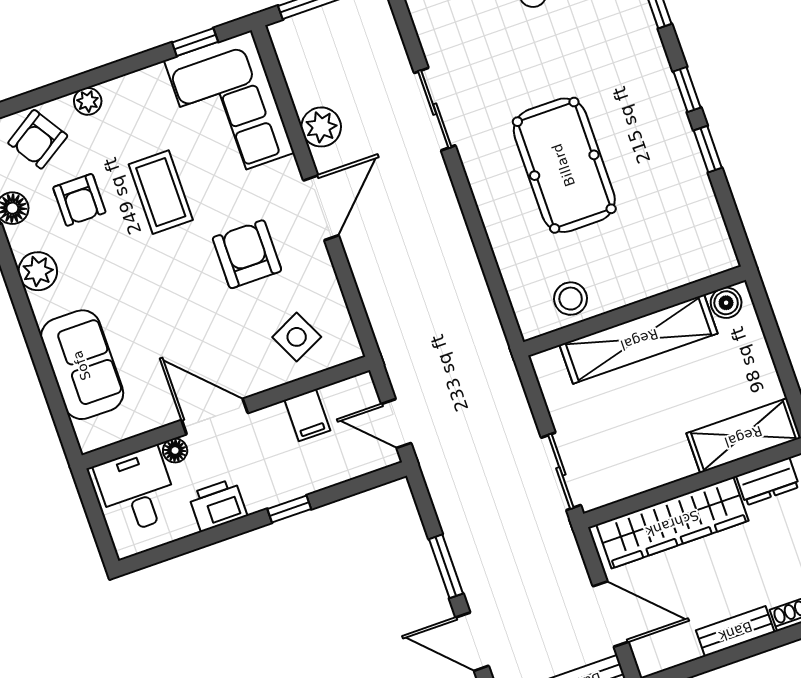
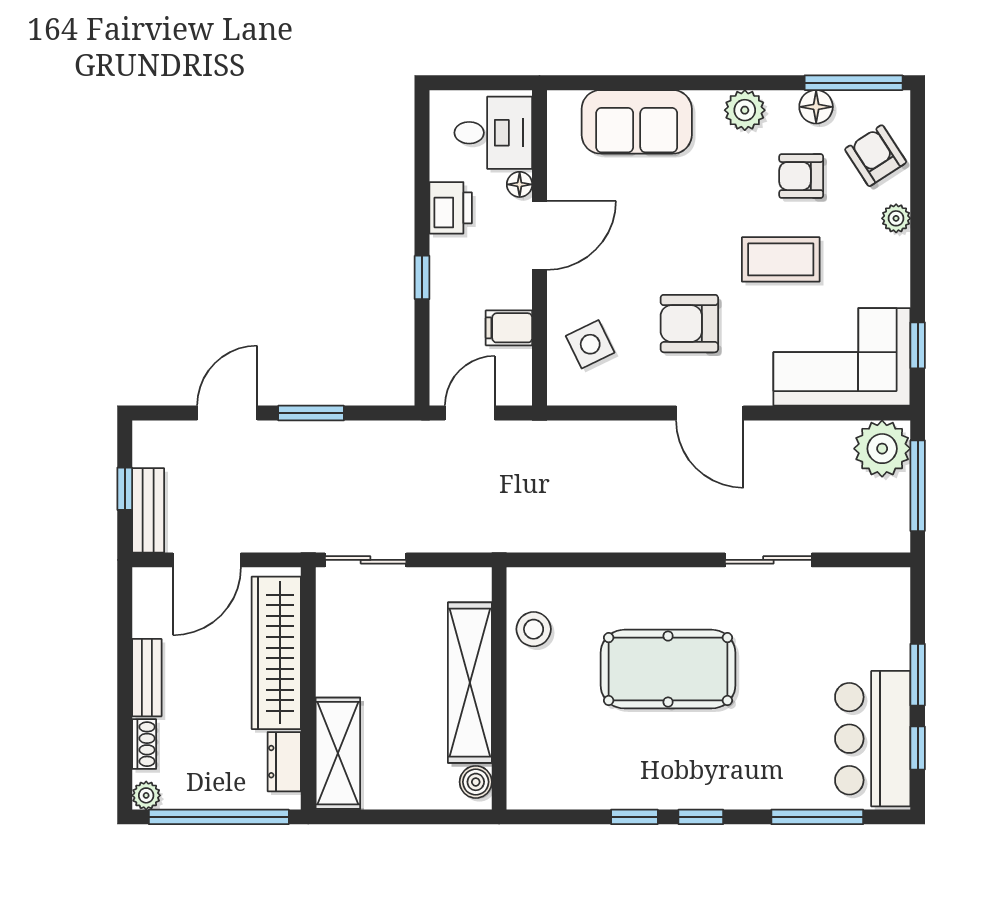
plant: (321, 127) -> (882, 449), moved, width x1.36, depth x1.36
armchair: (247, 254) -> (689, 324), turned 180

